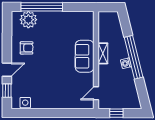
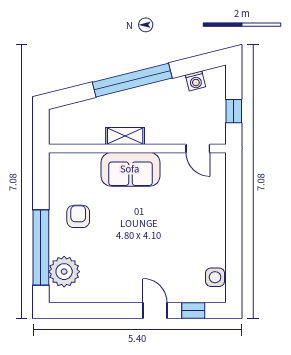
armchair: (27, 48) -> (78, 216), moved
washing machine: (126, 63) -> (195, 81), moved

